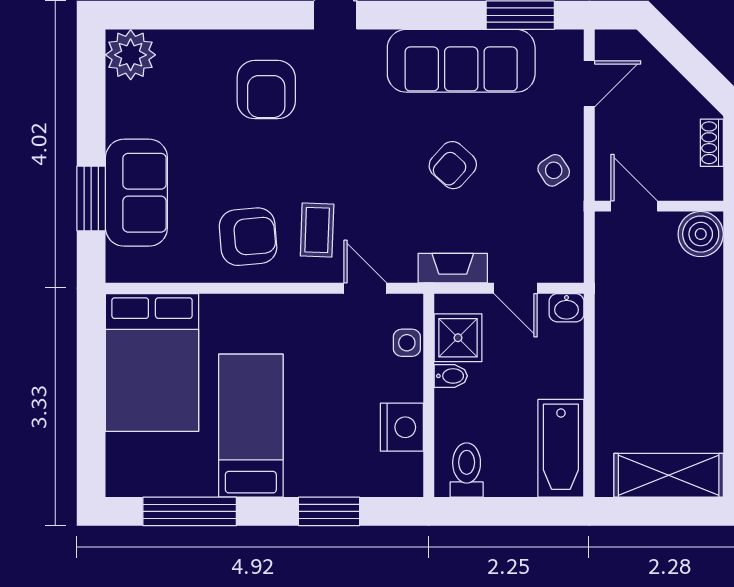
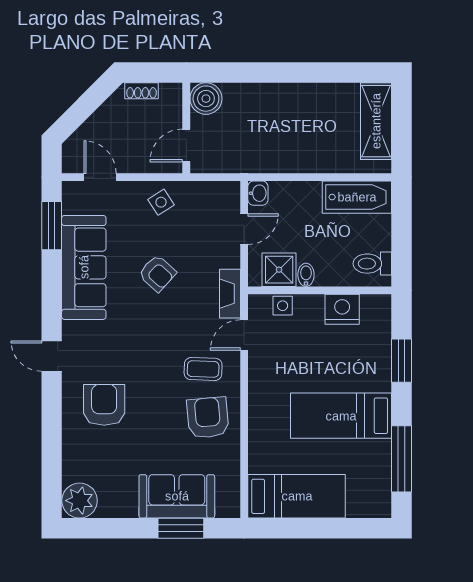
armchair: (266, 90) -> (104, 405), turned -90
fireplace: (453, 268) -> (230, 294), moved
bed: (152, 363) -> (297, 496), width x0.67

